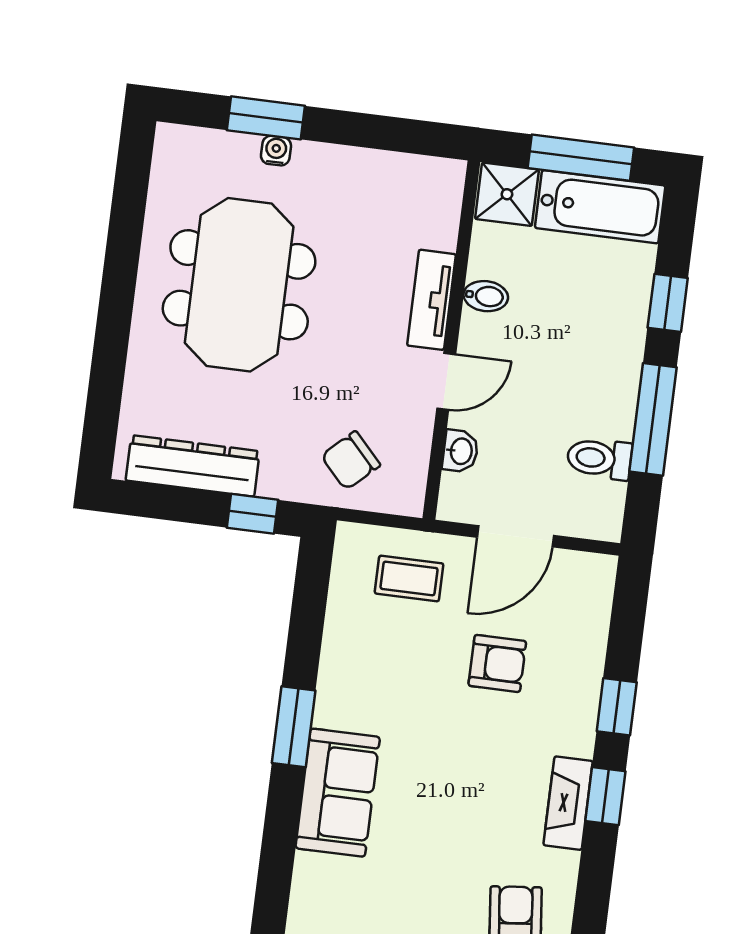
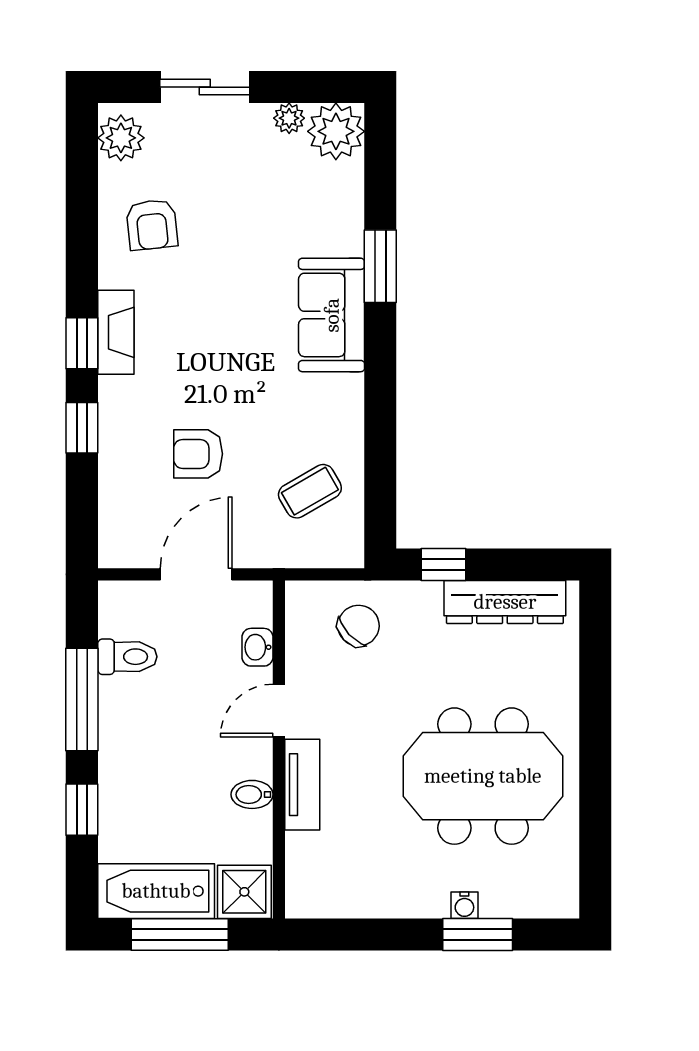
meeting table: (239, 285) -> (483, 776), turned 90
coffee table: (409, 578) -> (310, 491), moved, turned -30
window: (294, 727) -> (380, 266), moved

